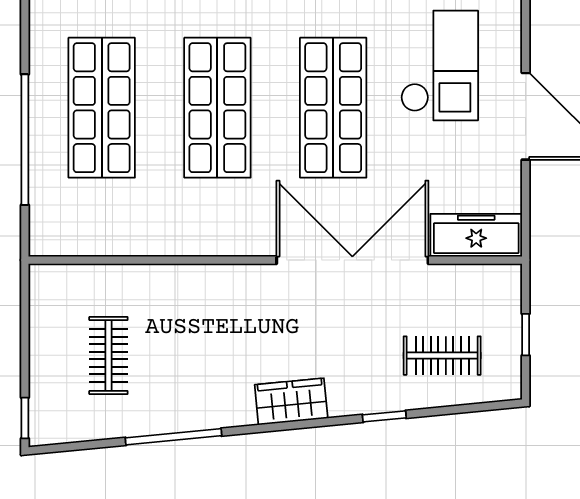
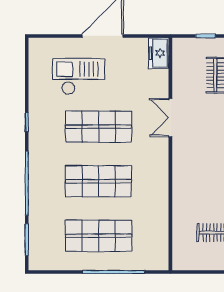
freezer: (476, 235) -> (159, 53), width x0.71
double door: (352, 260) -> (170, 118), width x0.54

